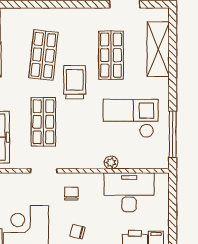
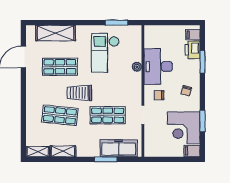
window: (173, 134) -> (117, 23), width x0.69
desk: (129, 192) -> (158, 66), moved

